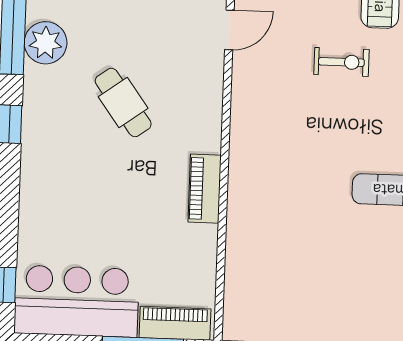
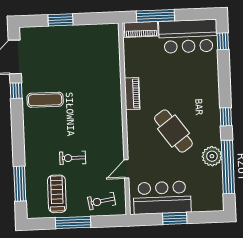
cafe table: (123, 102) -> (173, 131), width x1.37, depth x1.35

